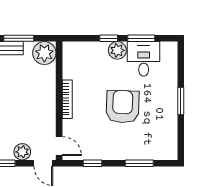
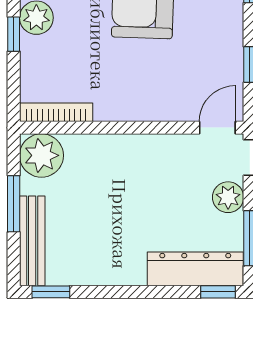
bookcase: (67, 99) -> (56, 112), moved

